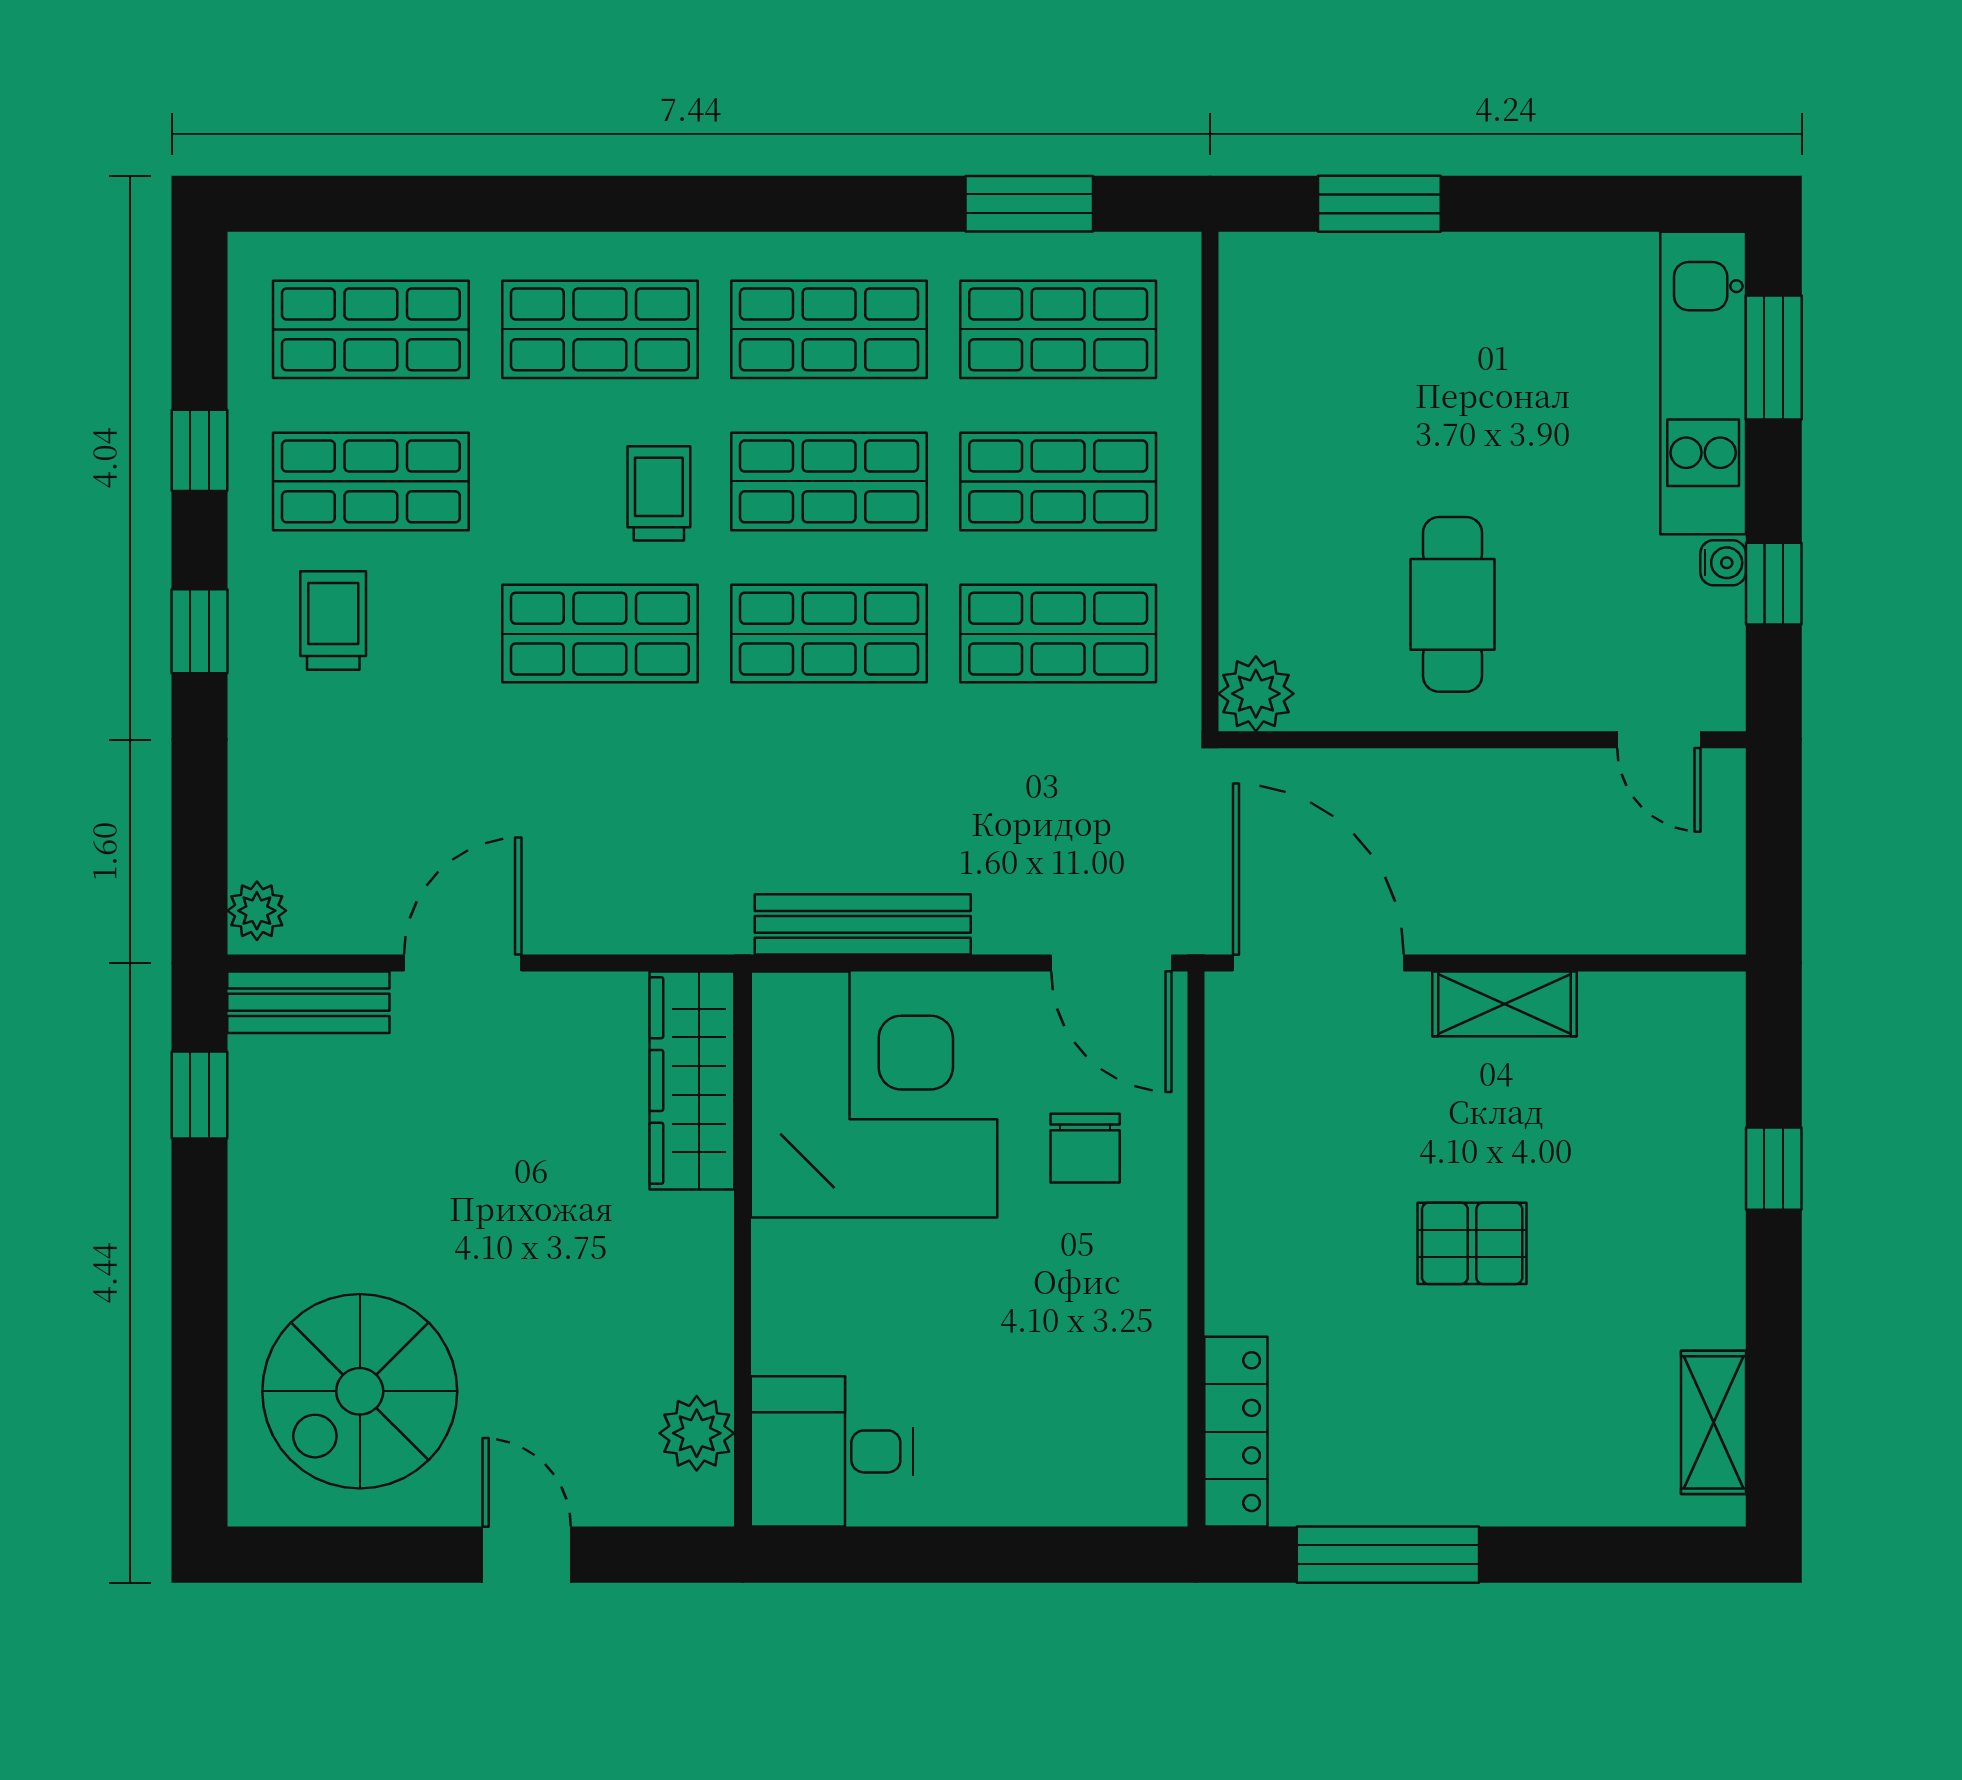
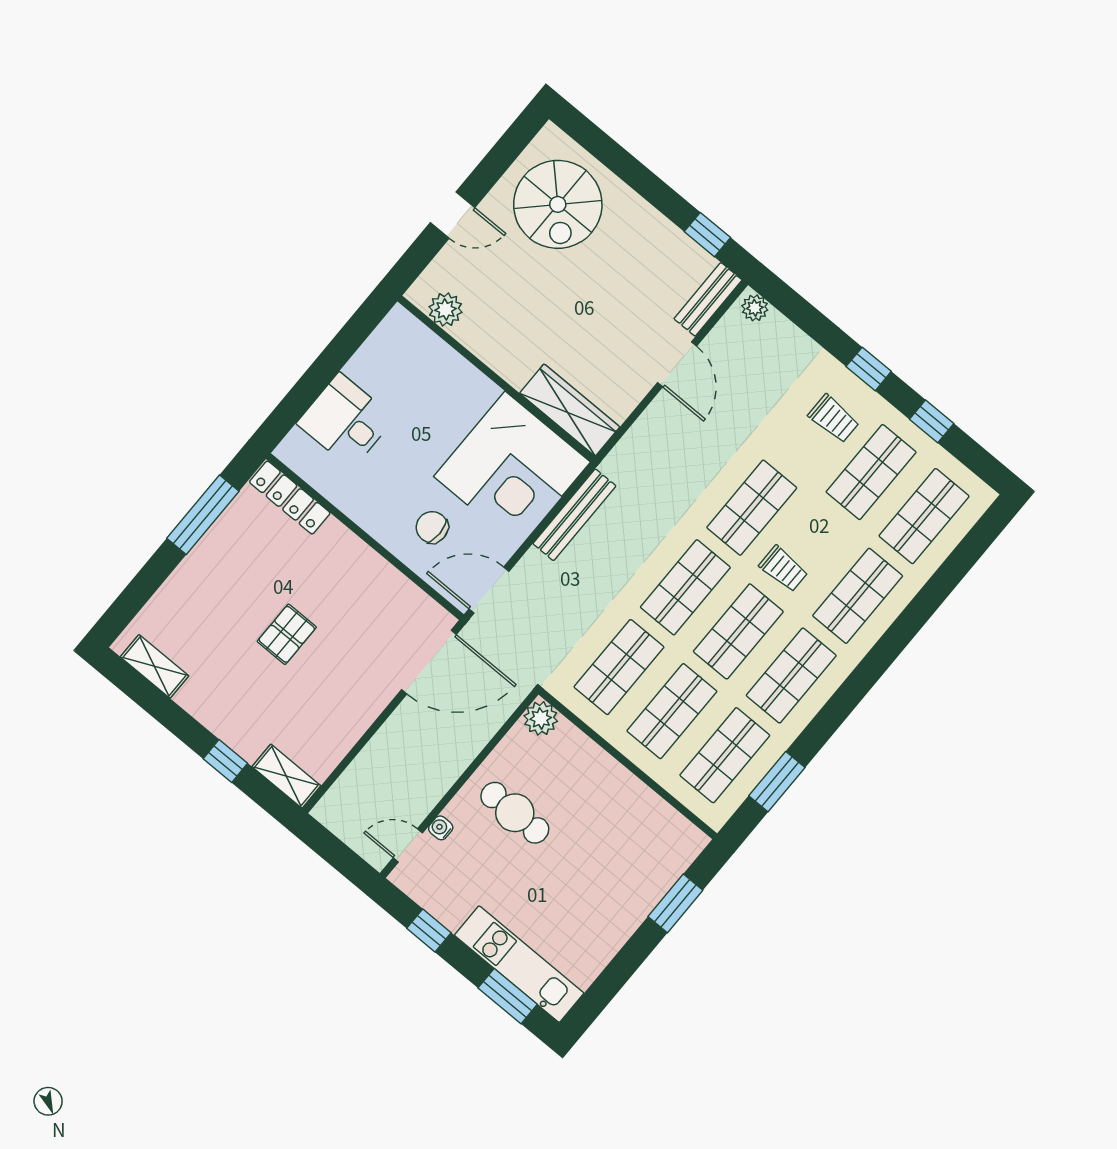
water cooler: (1723, 563) -> (441, 828), moved, turned 90
shelving: (1505, 1004) -> (286, 776), moved, turned 90
spiral stairs: (360, 1391) -> (558, 204), turned 180
desk: (832, 1451) -> (346, 421), moved, turned -90

